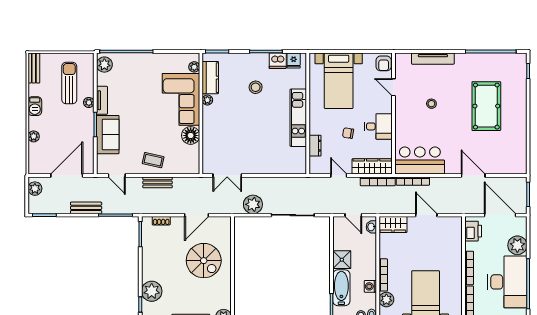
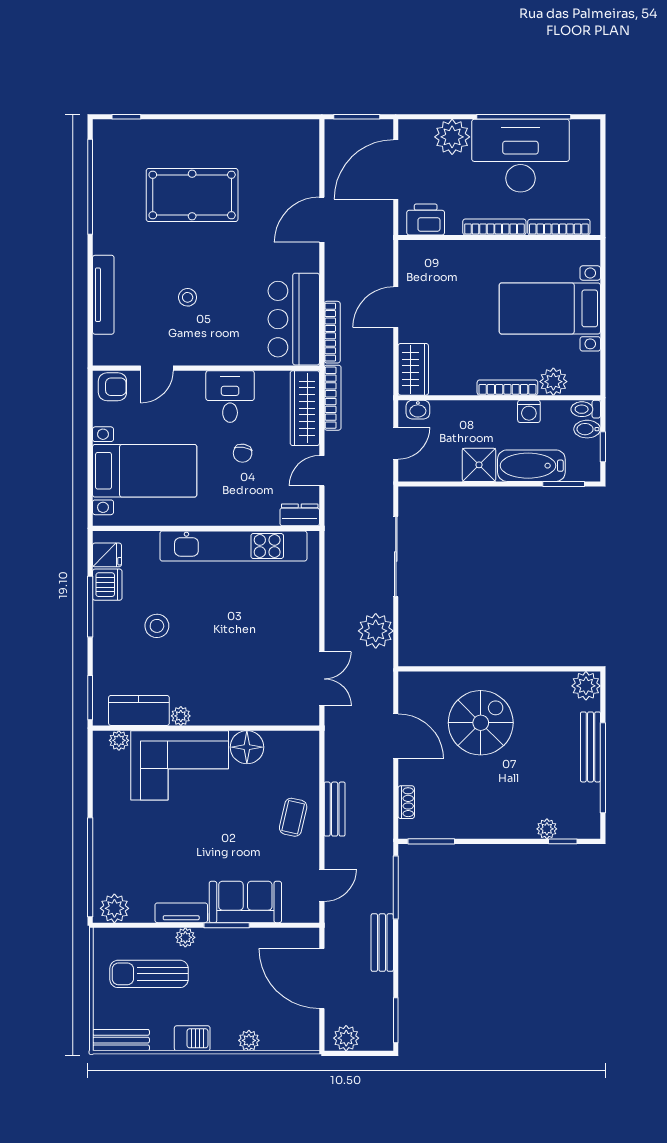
kitchen unit: (298, 118) -> (233, 546), width x1.36
dresser: (315, 146) -> (300, 515), moved
plant: (152, 291) -> (547, 829), width x0.53, depth x0.53

